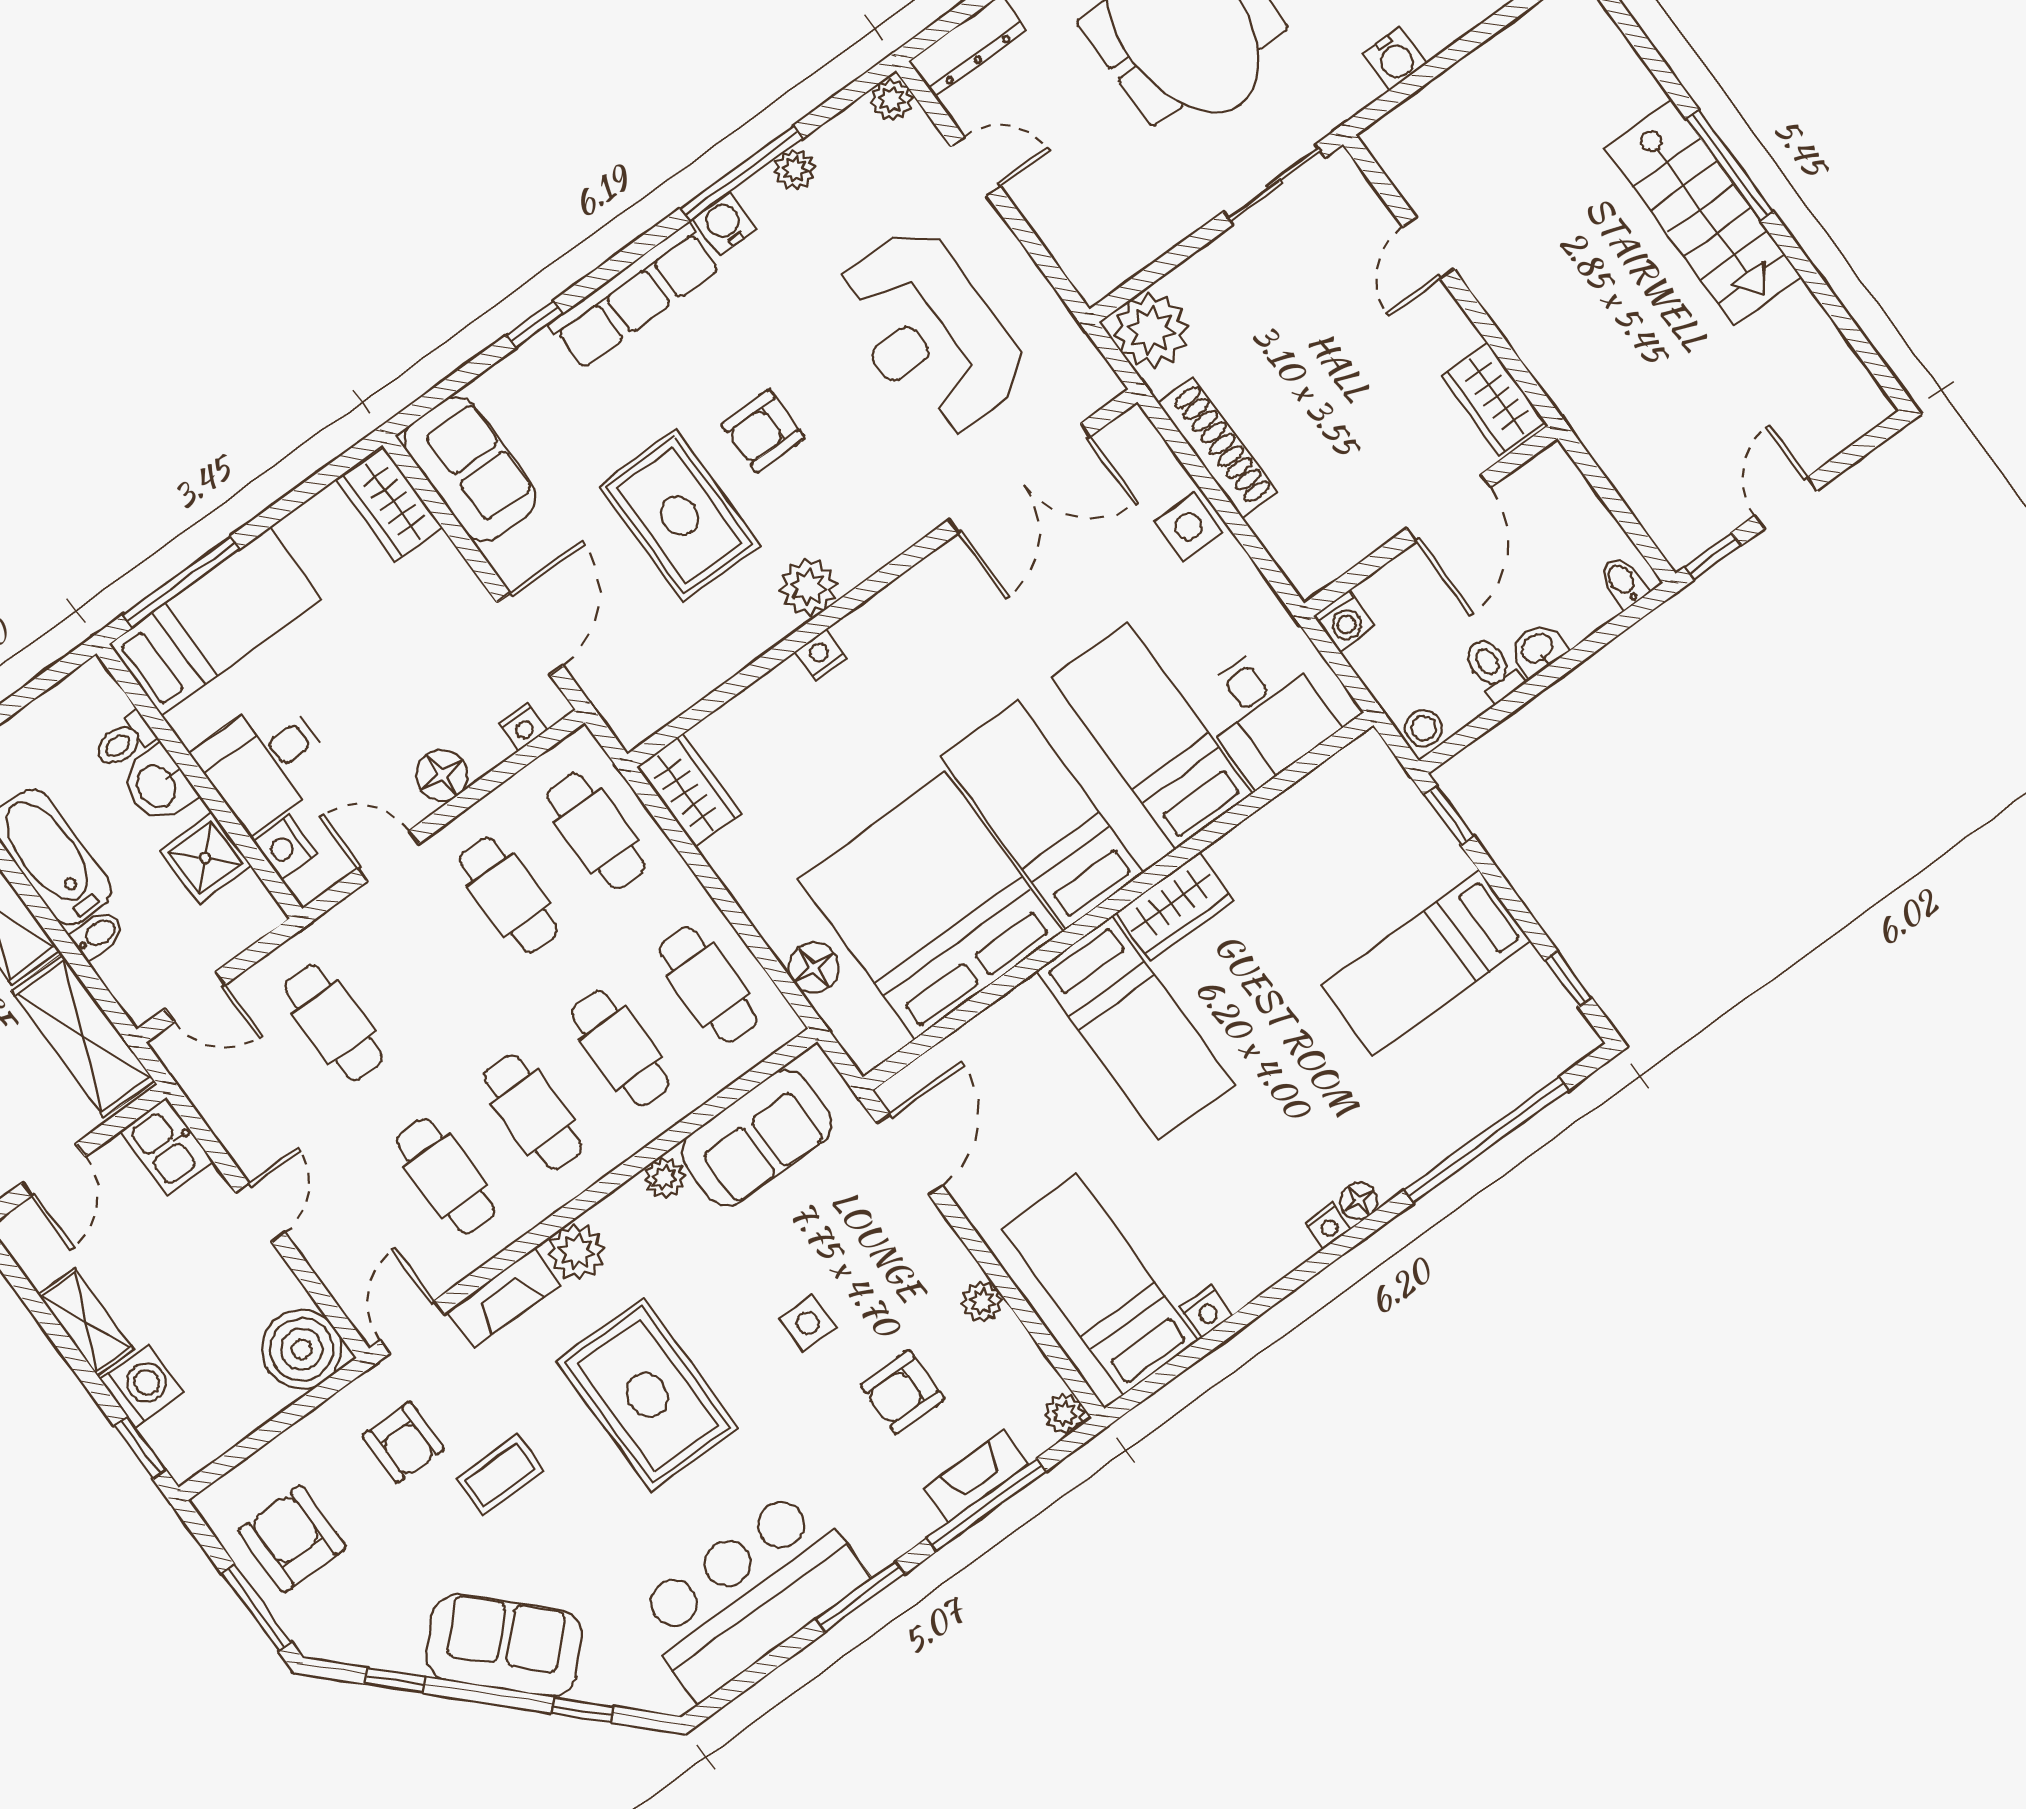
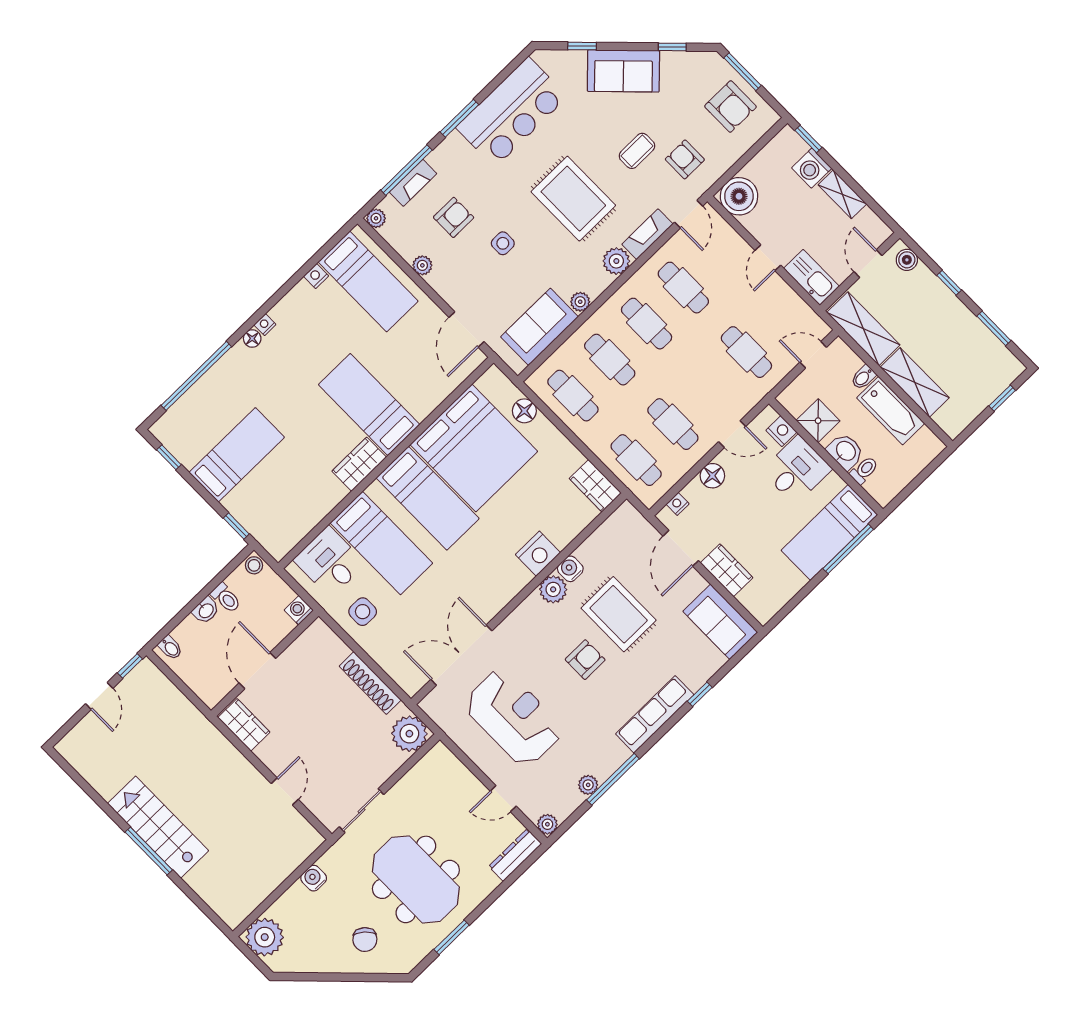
water cooler: (725, 224) -> (570, 569), moved, turned 180
wardrobe: (390, 504) -> (727, 570), moved
side table: (1188, 527) -> (363, 612), moved
nightstand: (821, 655) -> (538, 554), width x1.89, depth x1.79
kitchen sink: (167, 1146) -> (811, 277), width x1.38

